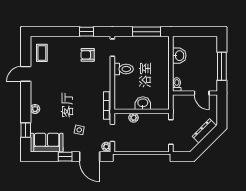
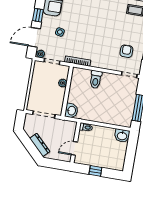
washbasin: (179, 56) -> (122, 136), moved
window: (222, 66) -> (95, 171), width x0.46
toilet: (124, 69) -> (96, 79), moved
washbasin: (143, 103) -> (71, 111), moved

